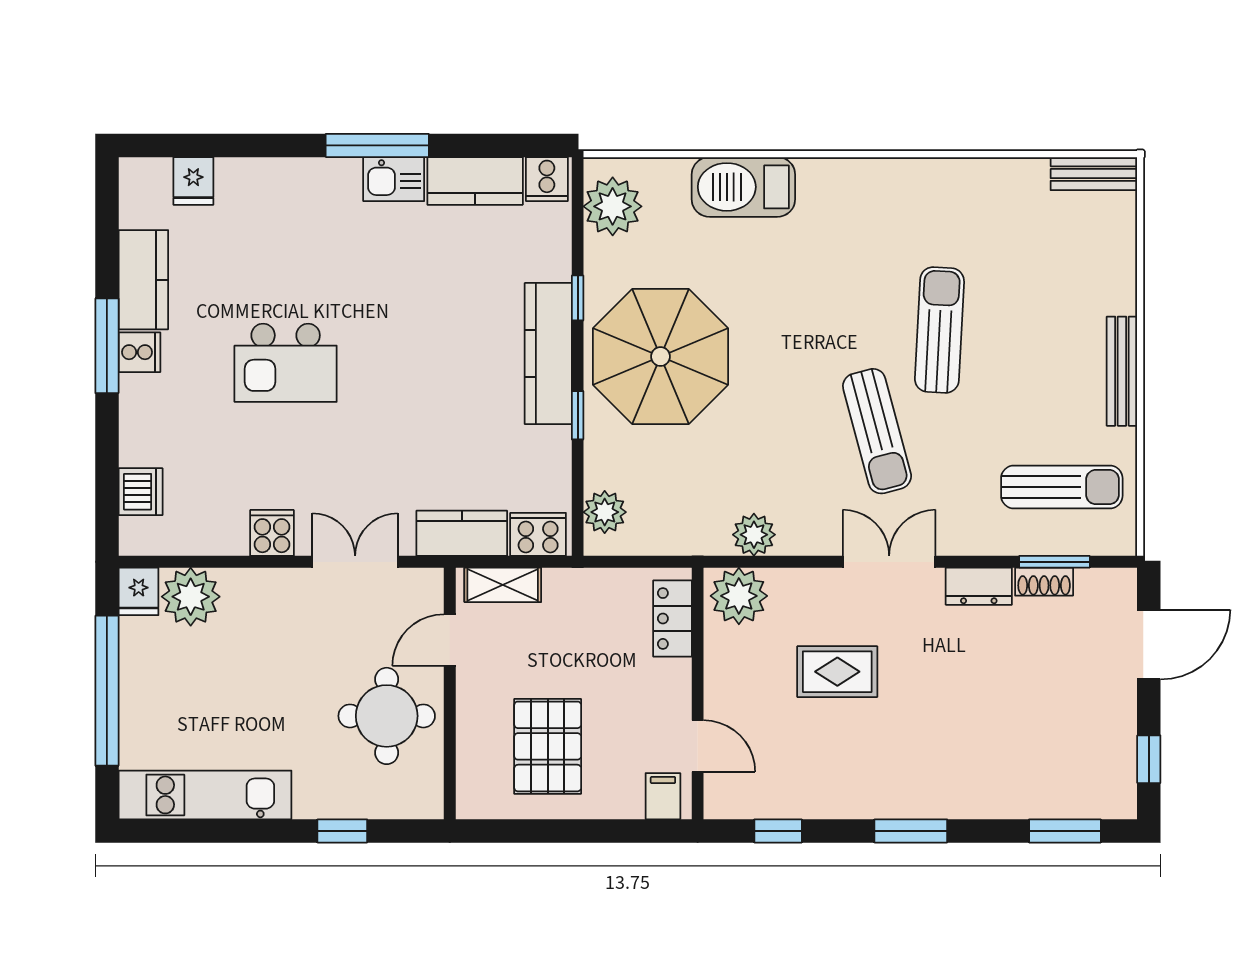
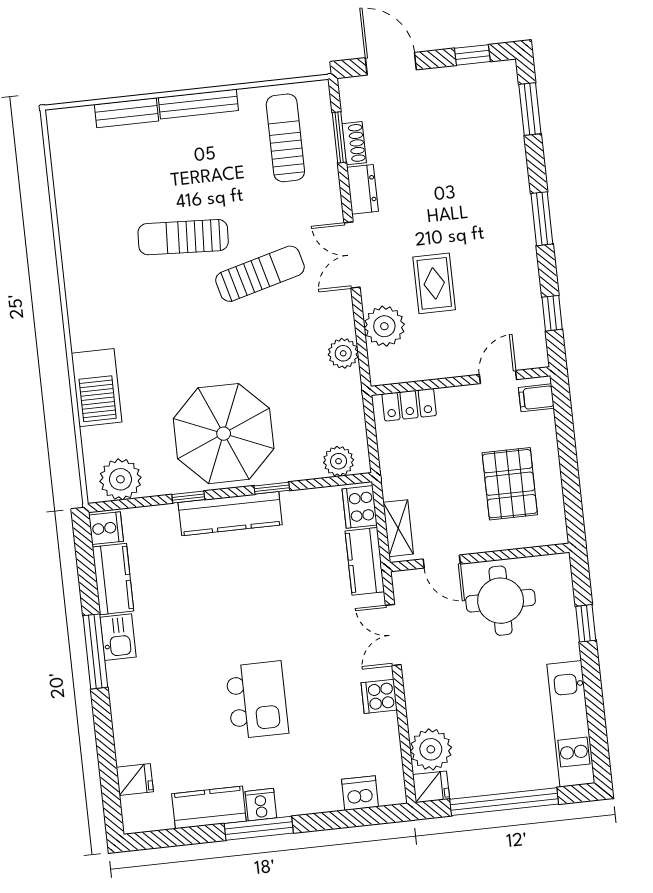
bench: (1094, 174) -> (127, 113), moved, turned 90
plant: (739, 596) -> (384, 326), moved
pallet: (548, 746) -> (510, 484), turned 90

